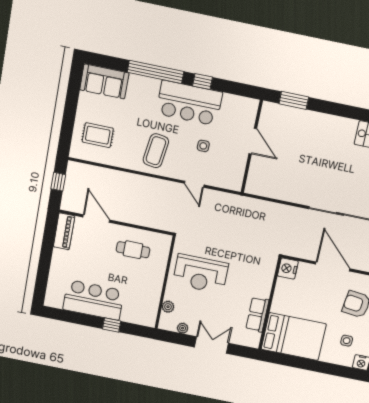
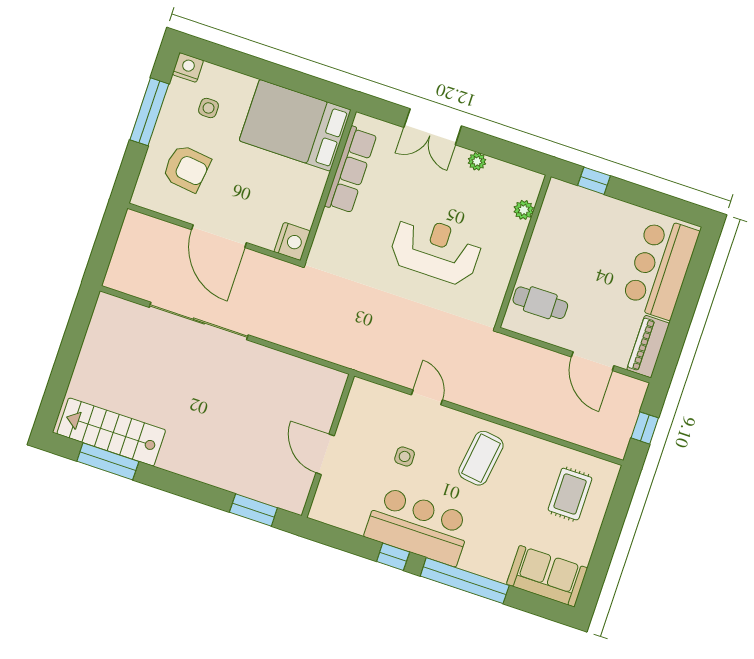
rug: (98, 135) -> (570, 494), turned 90
wall: (165, 282) -> (523, 251), moved
bar counter: (93, 300) -> (660, 268), moved, turned 90
plant: (168, 307) -> (524, 210), moved
row of seats: (257, 315) -> (351, 170), width x1.48

